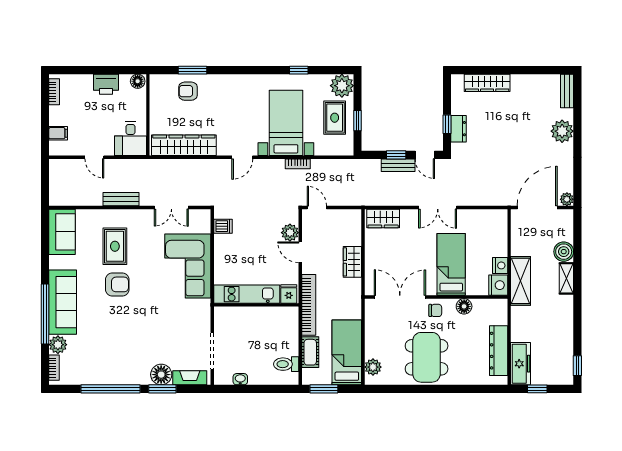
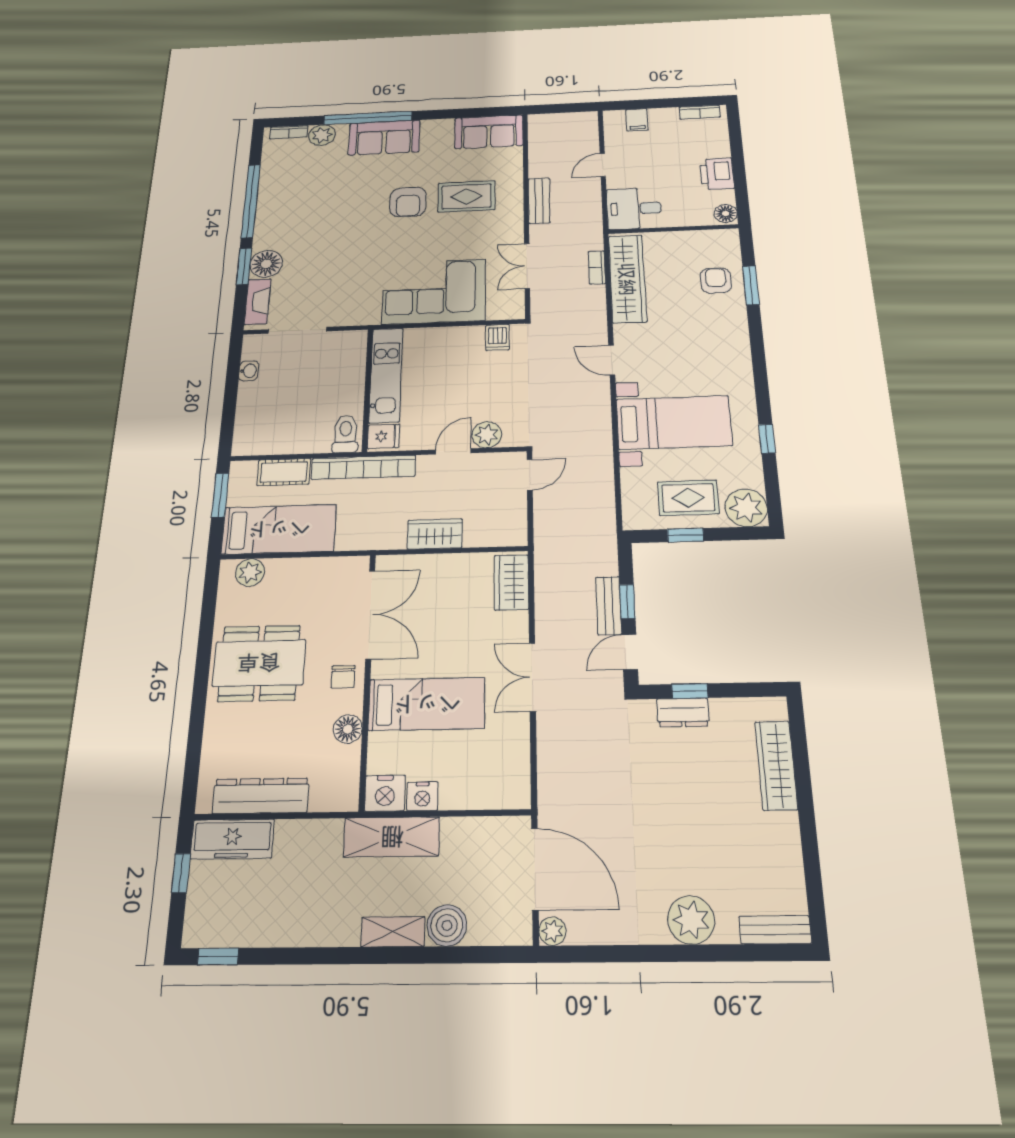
bookcase: (298, 164) -> (597, 267), moved
sofa: (63, 302) -> (384, 138), width x0.73
toilet: (286, 364) -> (345, 434), moved

